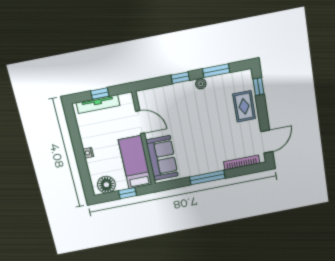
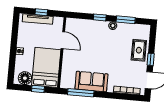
window: (259, 87) -> (151, 59), moved
sofa: (162, 158) -> (91, 82), moved, turned -90
bed: (135, 162) -> (46, 67), width x1.50
window: (207, 178) -> (81, 93), moved

